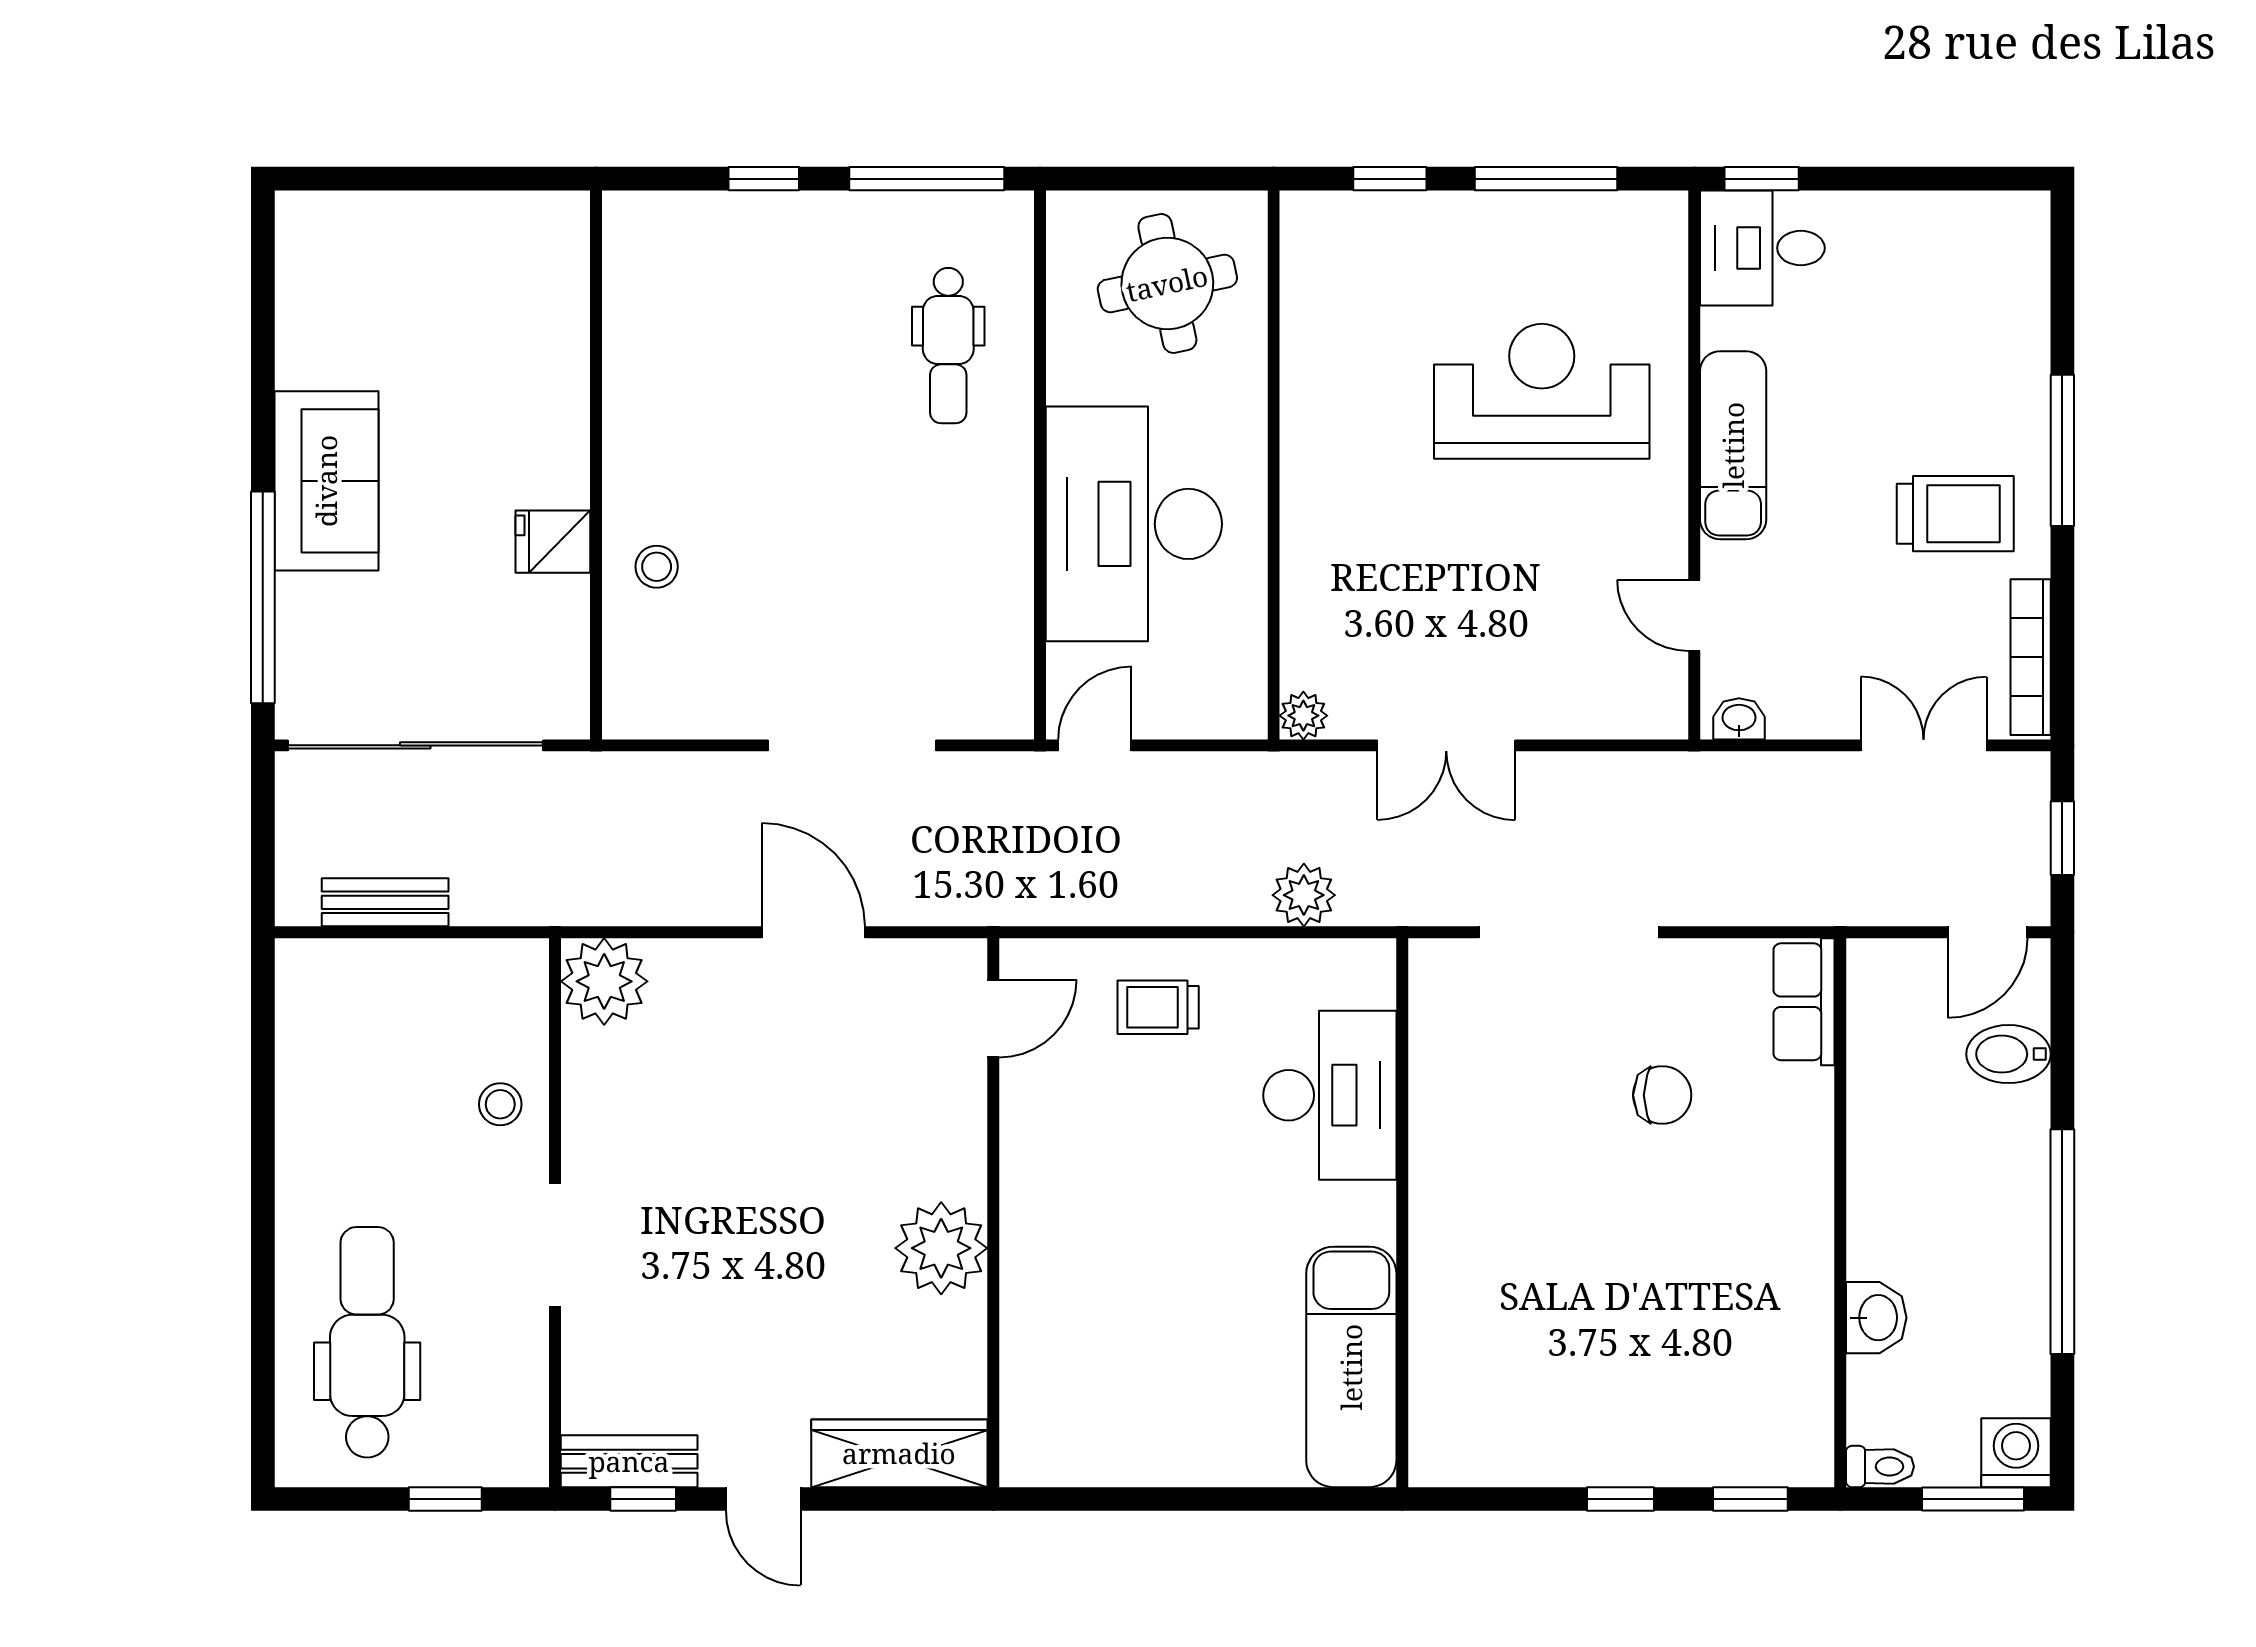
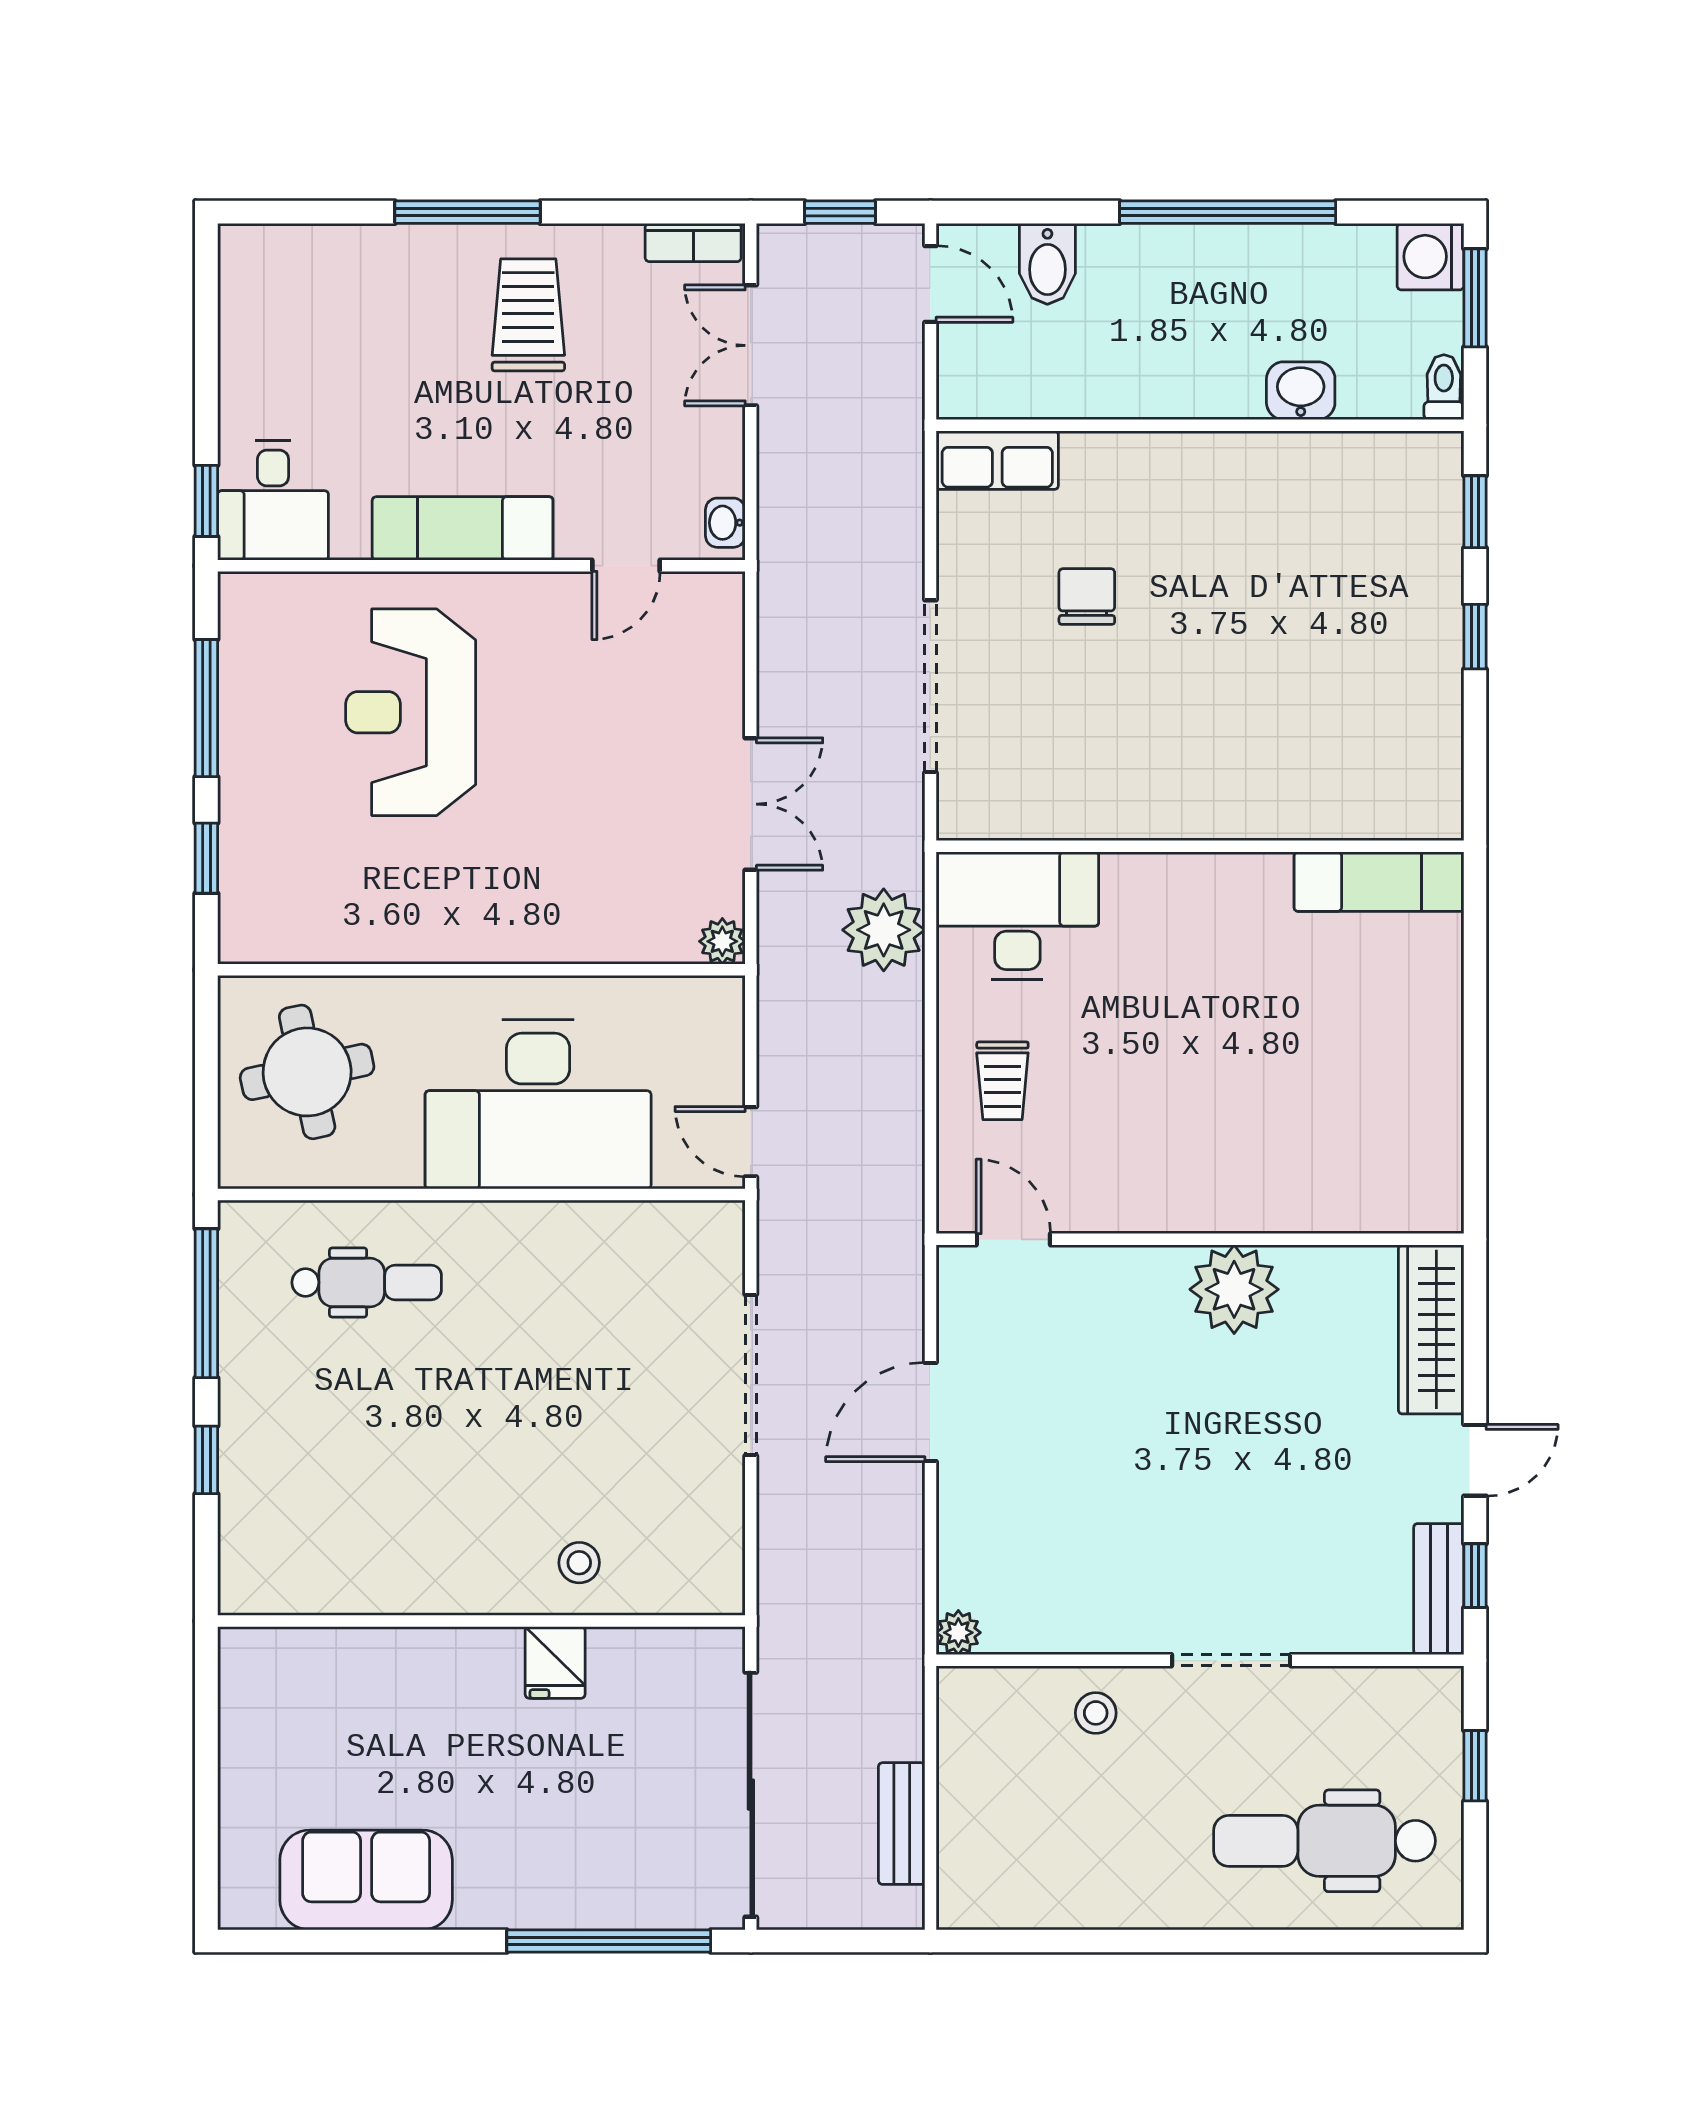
sofa: (326, 481) -> (366, 1880), moved
bookcase: (2031, 657) -> (693, 242), width x0.64
plant: (1304, 895) -> (884, 930), width x1.36, depth x1.36
plant: (604, 981) -> (958, 1633), width x0.53, depth x0.53
desk: (1330, 1095) -> (1017, 916), moved
exam couch: (1351, 1367) -> (1379, 882), width x0.73, depth x0.69

